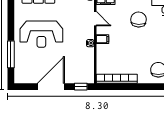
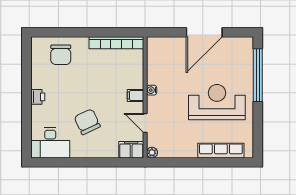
chair: (139, 19) -> (87, 122), turned 152
window: (11, 54) -> (258, 75), width x1.46
window: (81, 87) -> (165, 32), removed

